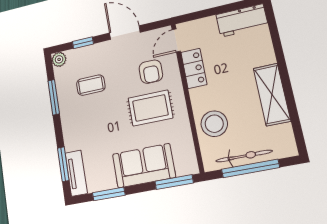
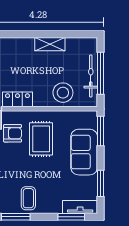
coffee table: (91, 85) -> (28, 198), moved
shelving: (272, 94) -> (50, 44), width x0.67, depth x0.75

